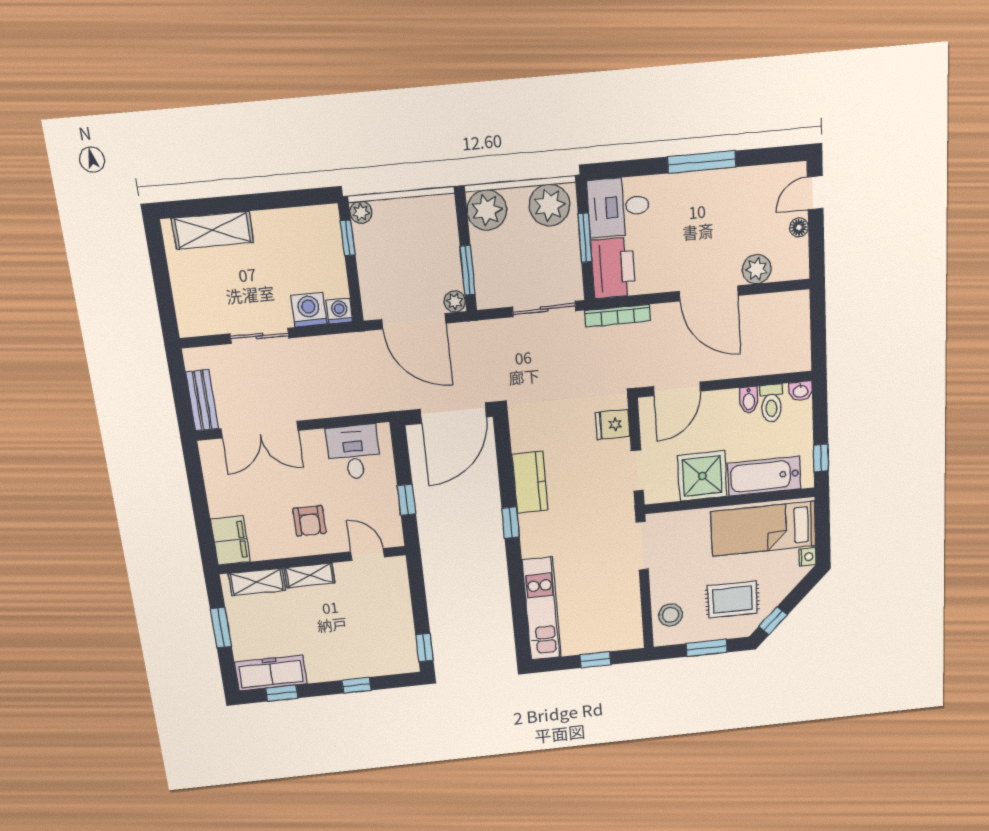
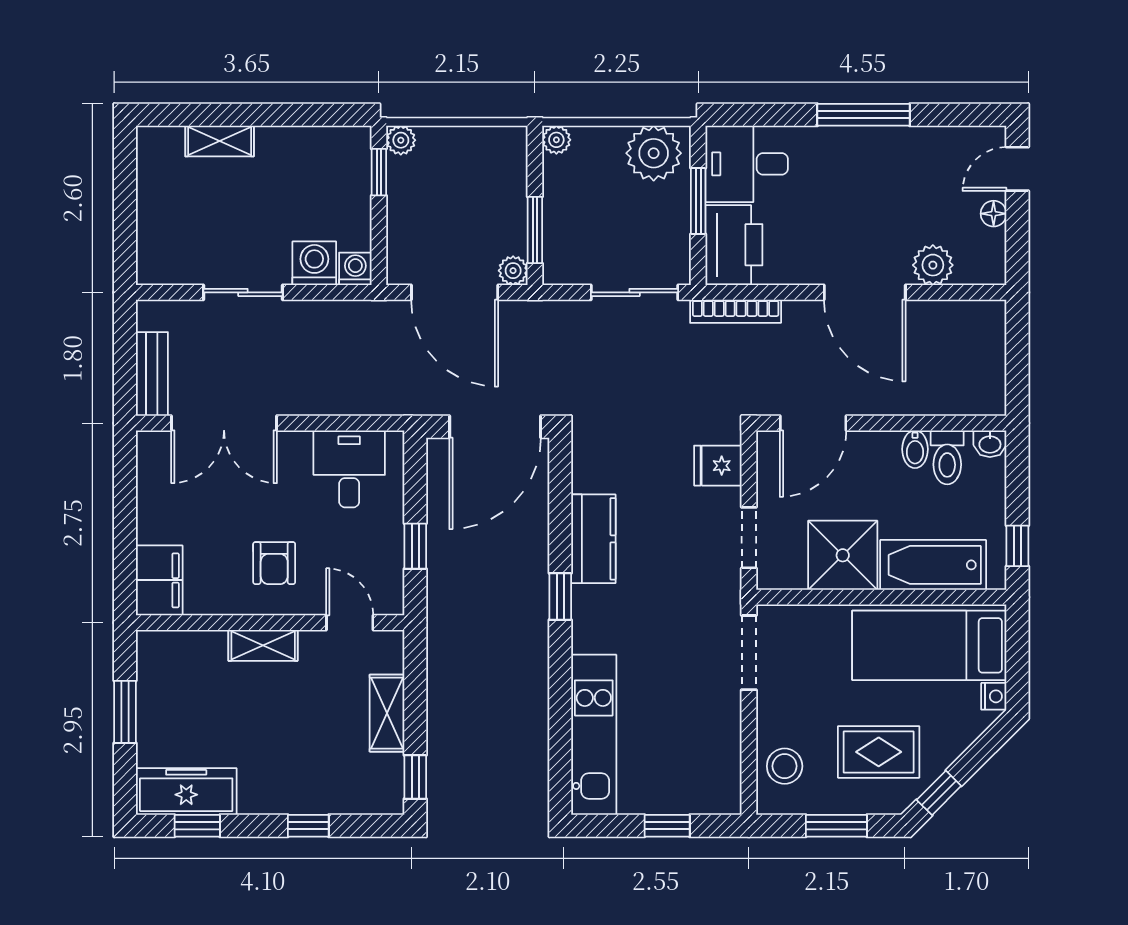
plant: (487, 210) -> (556, 140), width x0.53, depth x0.53
shelving: (213, 230) -> (220, 141), width x0.67, depth x0.75
shelving: (257, 582) -> (387, 713), moved, turned 90

